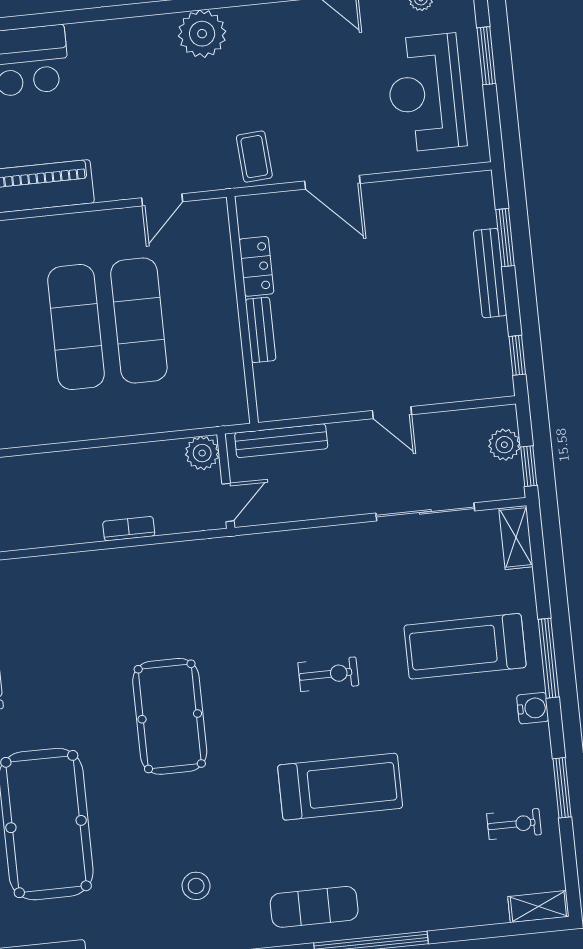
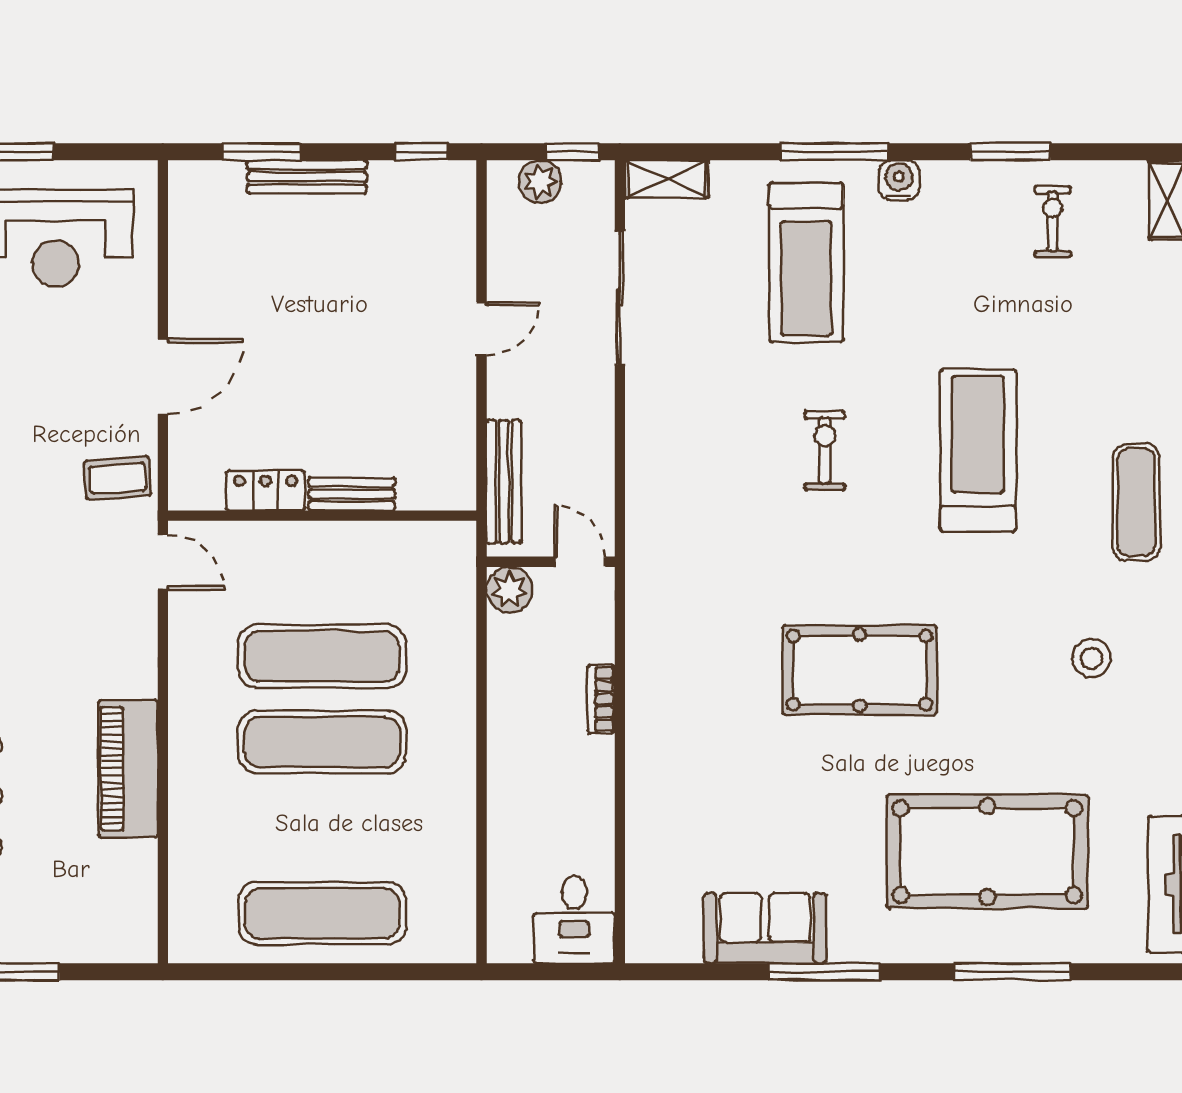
door: (162, 200) -> (163, 562), moved

